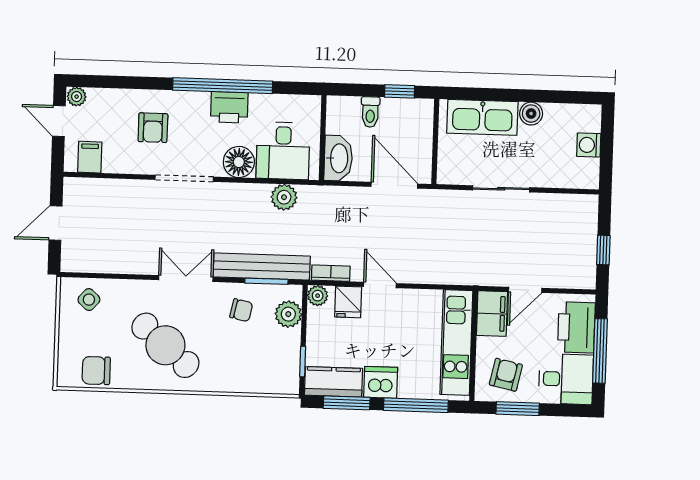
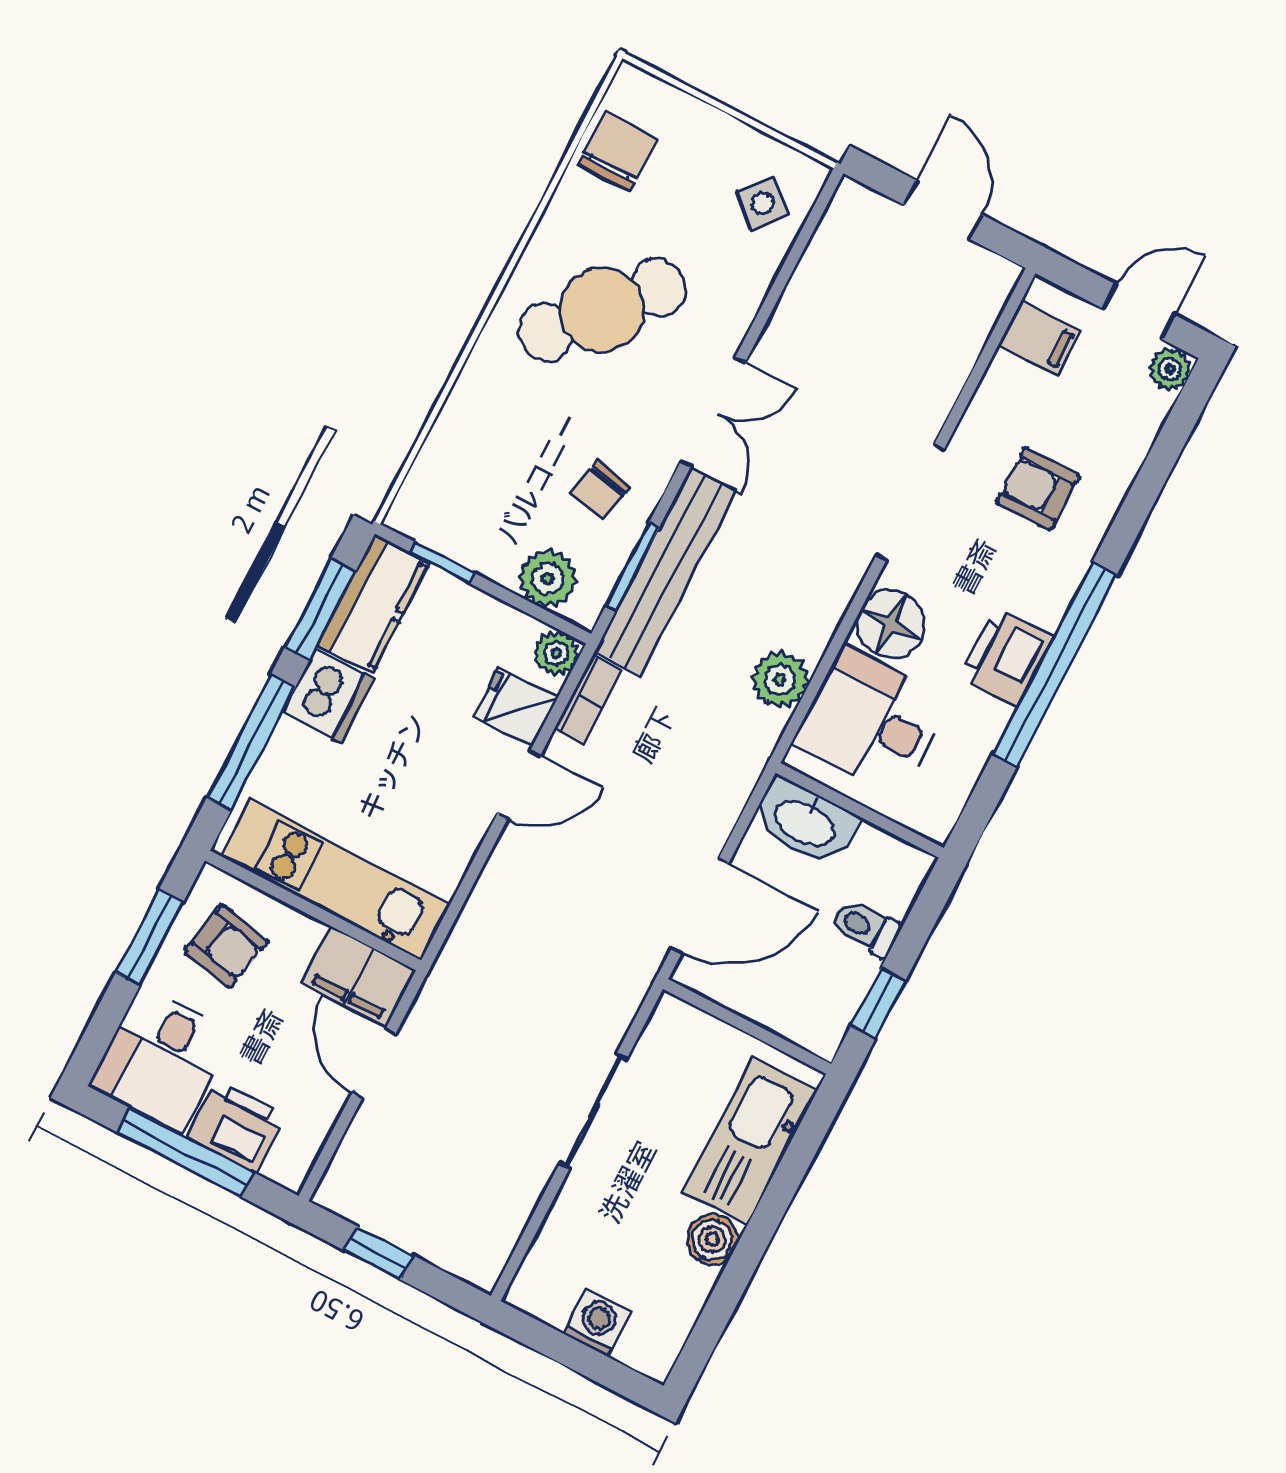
printer: (576, 327) -> (237, 1127), width x0.73, depth x0.84

